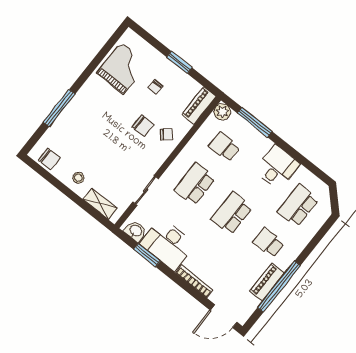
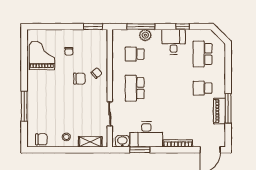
window: (179, 62) -> (93, 27), moved
piano: (199, 105) -> (102, 42), removed
plant: (222, 112) -> (145, 35), moved
window: (300, 158) -> (183, 27), added
school desk: (232, 213) -> (169, 88), removed
window: (279, 287) -> (228, 108), width x0.68

